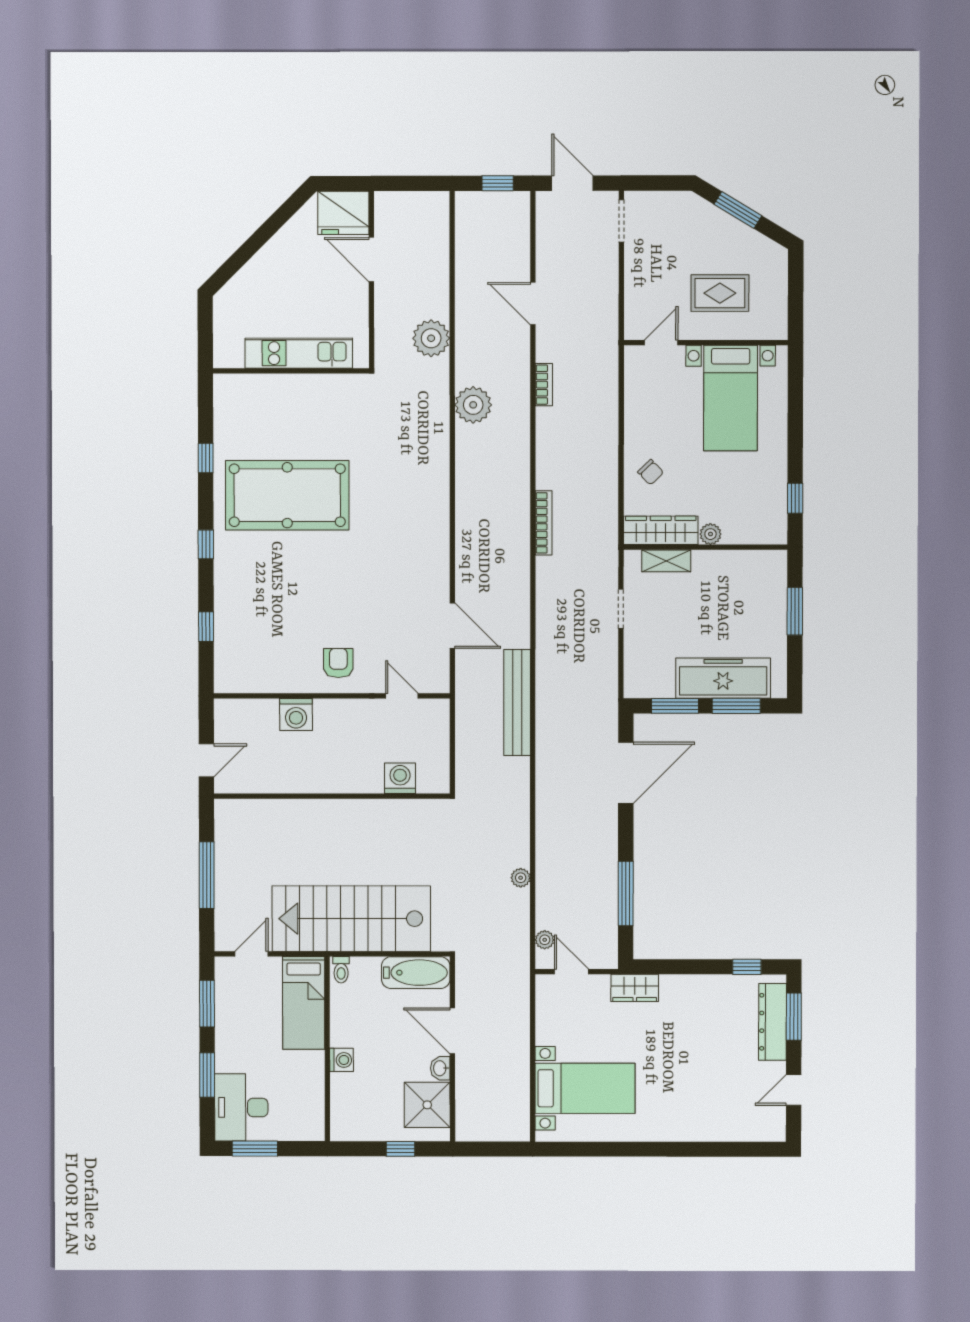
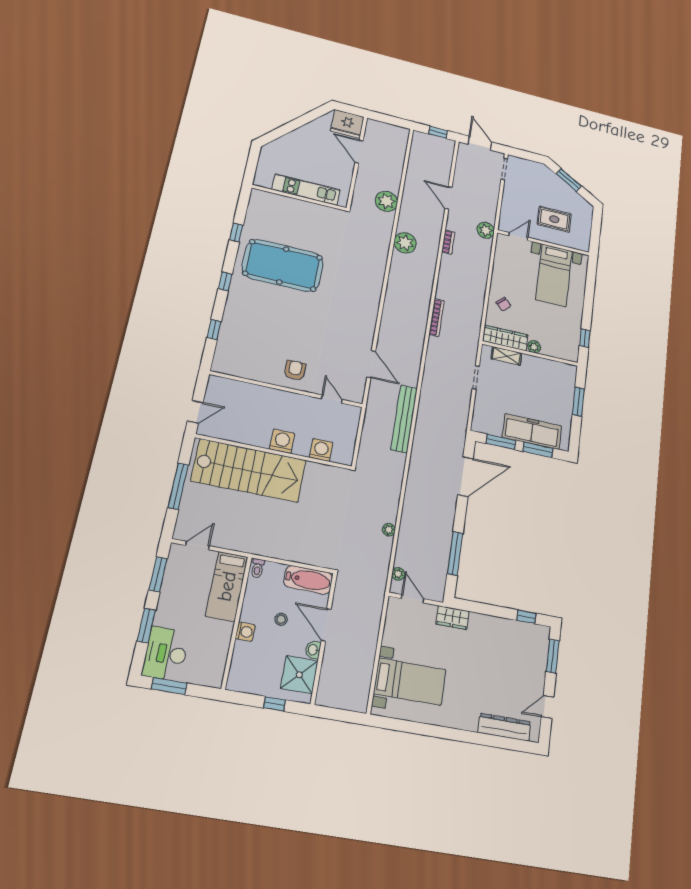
plant: (604, 346) -> (486, 230), added
washing machine: (296, 715) -> (282, 441), moved, turned 180
stairs: (351, 919) -> (249, 471), moved, turned 180
dresser: (772, 1022) -> (504, 727), moved, turned 90
stool: (388, 1034) -> (281, 619), added

